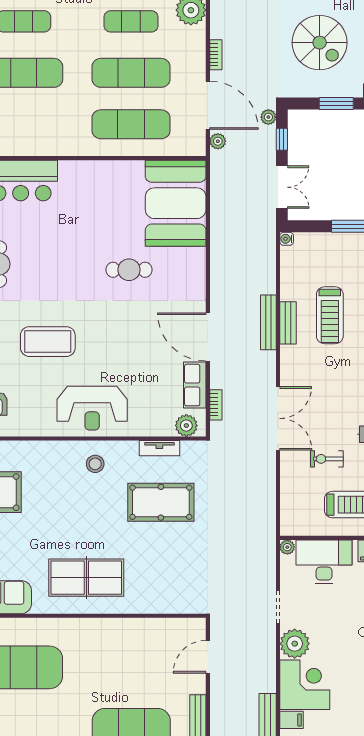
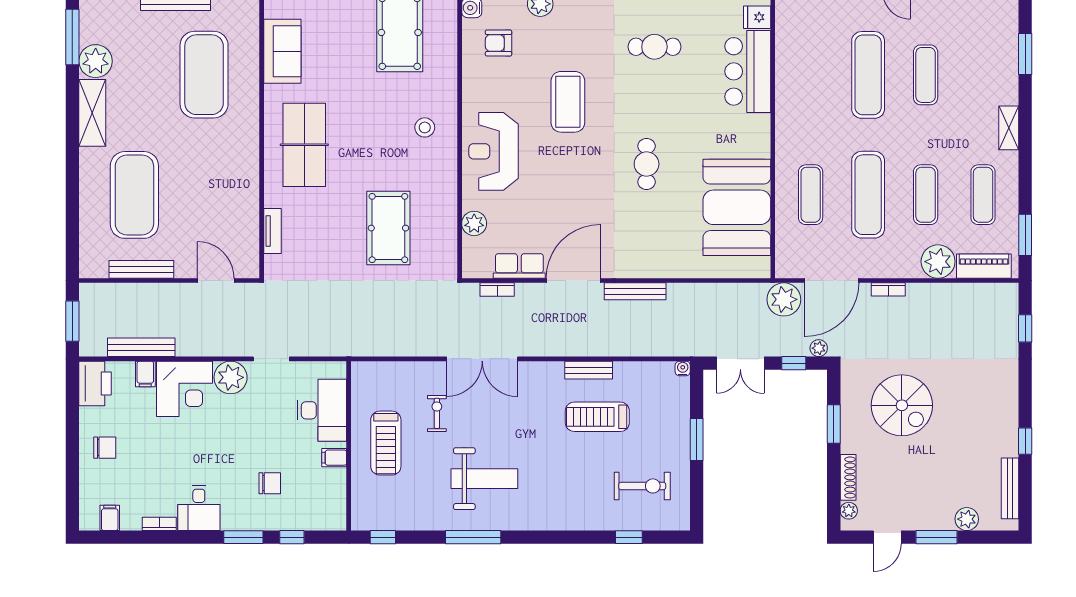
spiral stairs: (320, 43) -> (902, 405), turned -90
exercise mat: (131, 124) -> (811, 195), width x0.73, depth x0.69
plant: (218, 141) -> (784, 299), width x1.88, depth x1.88
booth: (176, 203) -> (737, 207), moved, turned 90
cafe table: (129, 270) -> (647, 164), moved
bench: (268, 322) -> (635, 291), moved
plant: (186, 426) -> (474, 223), moved
tv unit: (159, 448) -> (272, 231), moved, turned 180
stool: (95, 464) -> (425, 127), moved
plant: (287, 547) -> (338, 369), removed

